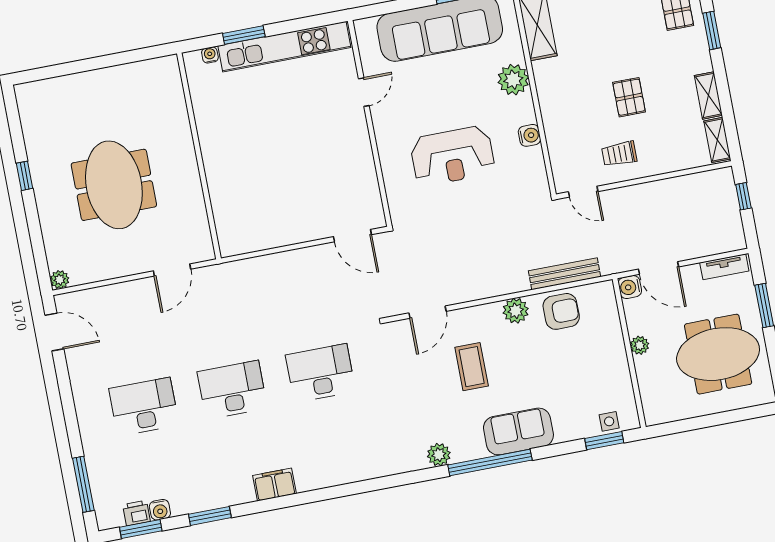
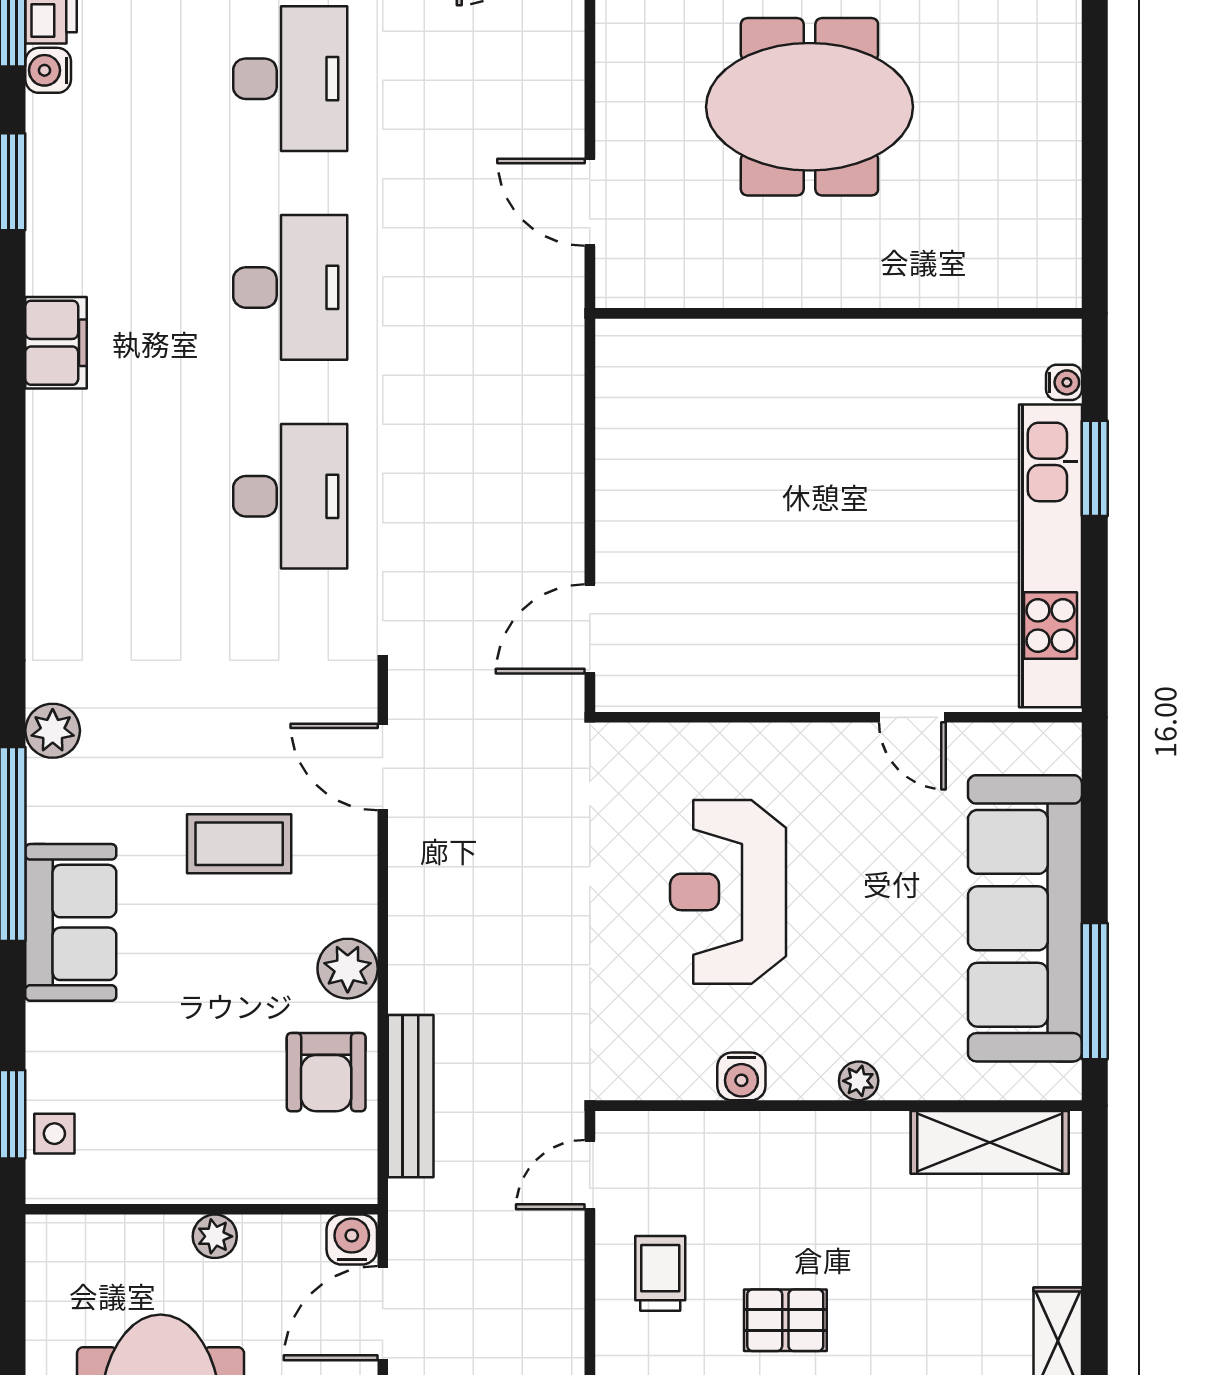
plant: (513, 80) -> (859, 1081), width x0.53, depth x0.53

